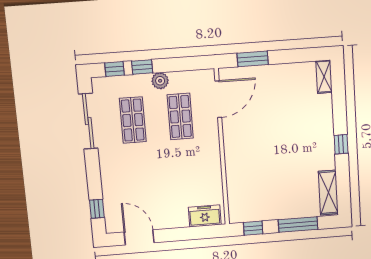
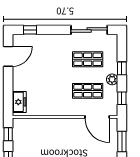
window: (114, 69) -> (122, 98), moved

